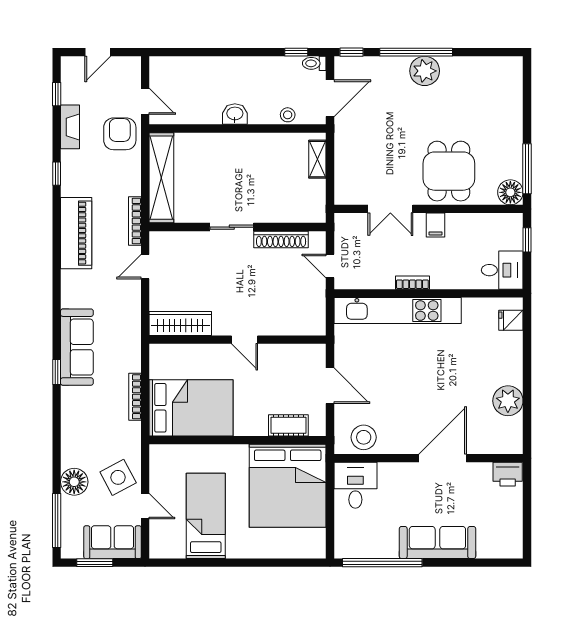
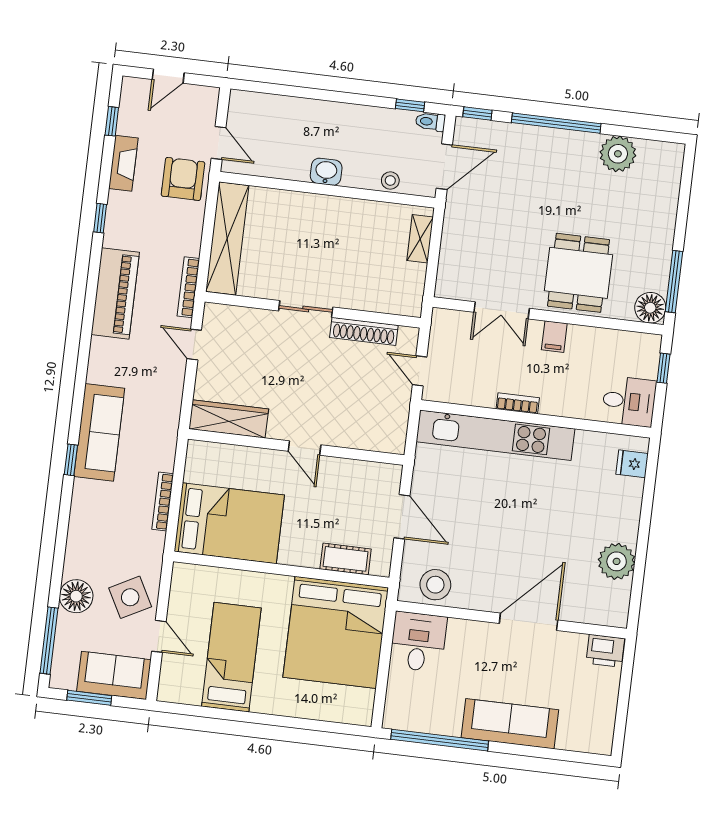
plant: (425, 71) -> (618, 154), moved
door: (145, 267) -> (194, 345), hinge flipped

